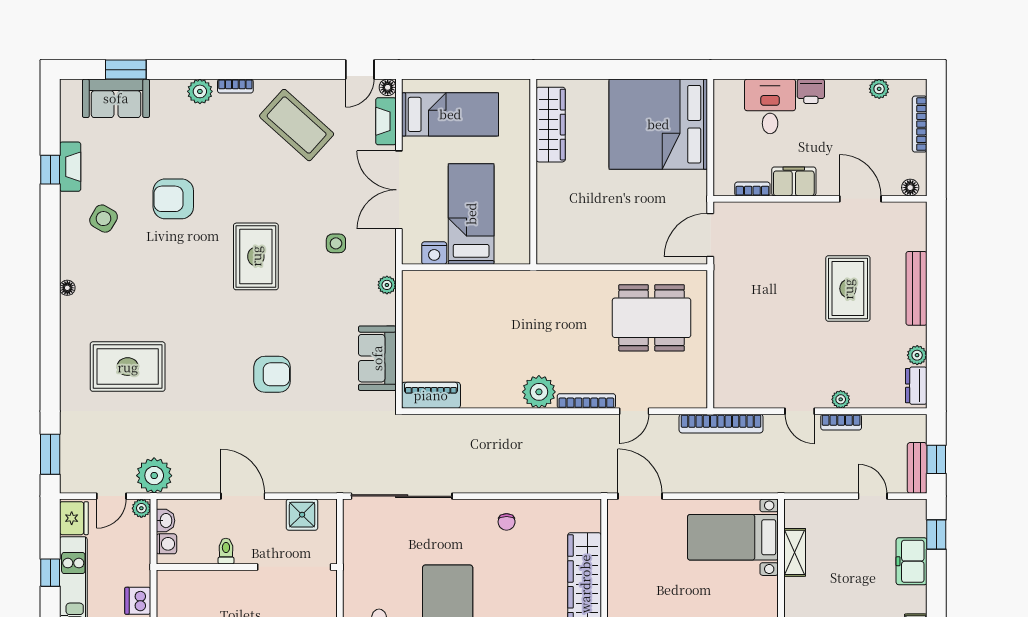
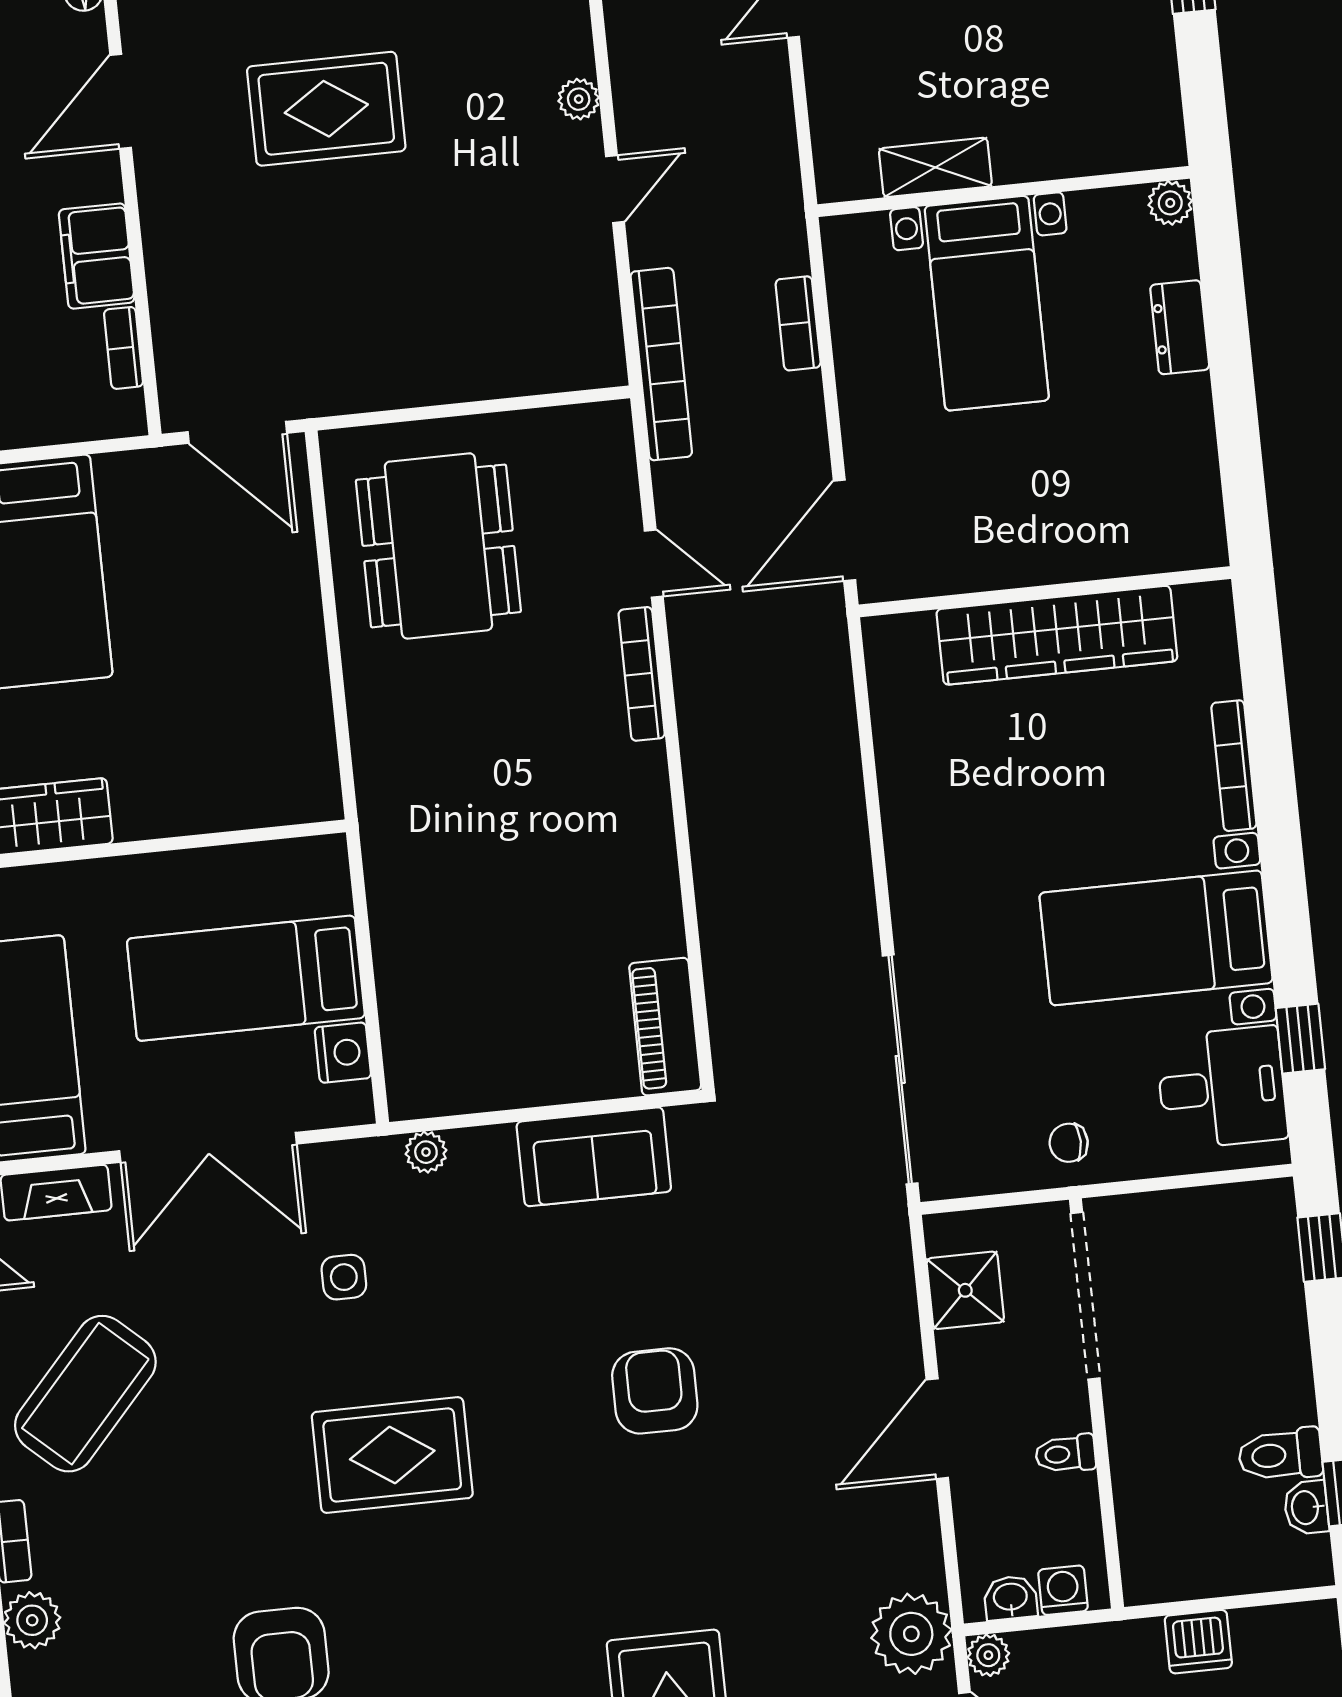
plant: (539, 392) -> (632, 783), removed
bookcase: (841, 422) -> (798, 323), moved, turned 180
chair: (507, 522) -> (1069, 1143), moved, turned 180
bed with nightstands: (733, 537) -> (987, 303), moved

